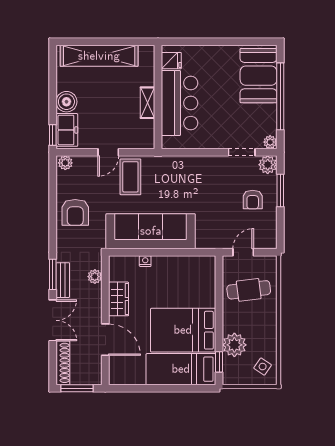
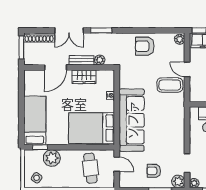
sofa: (151, 231) -> (132, 120), moved
bench: (63, 280) -> (81, 60), moved
bed: (183, 330) -> (92, 128), moved, turned -90

